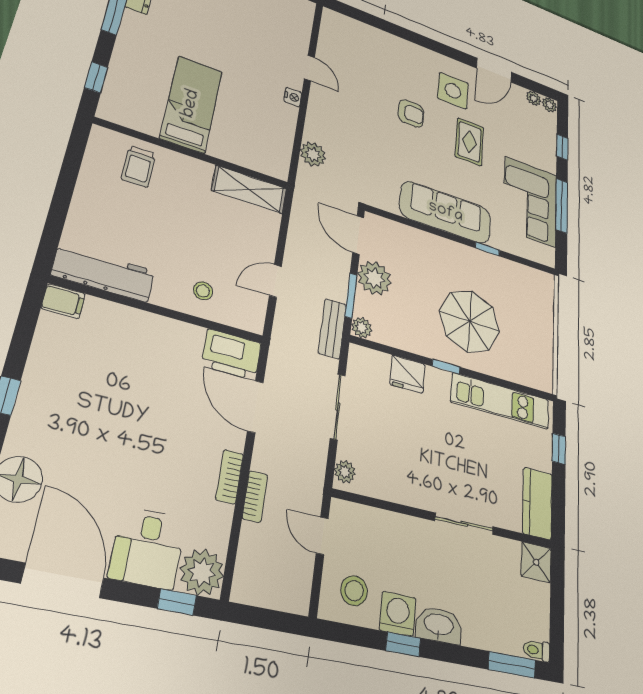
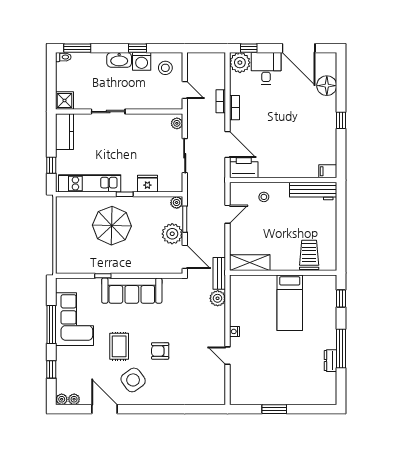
door: (494, 70) -> (104, 409), hinge flipped
side table: (453, 91) -> (133, 380), turned -36
trolley: (138, 166) -> (309, 255), width x1.36, depth x1.39
bench: (332, 329) -> (219, 273), moved

